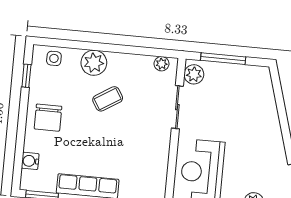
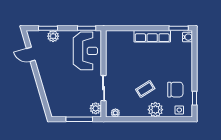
chair: (48, 118) -> (175, 90), moved, turned 90
water cooler: (30, 161) -> (188, 37), moved

